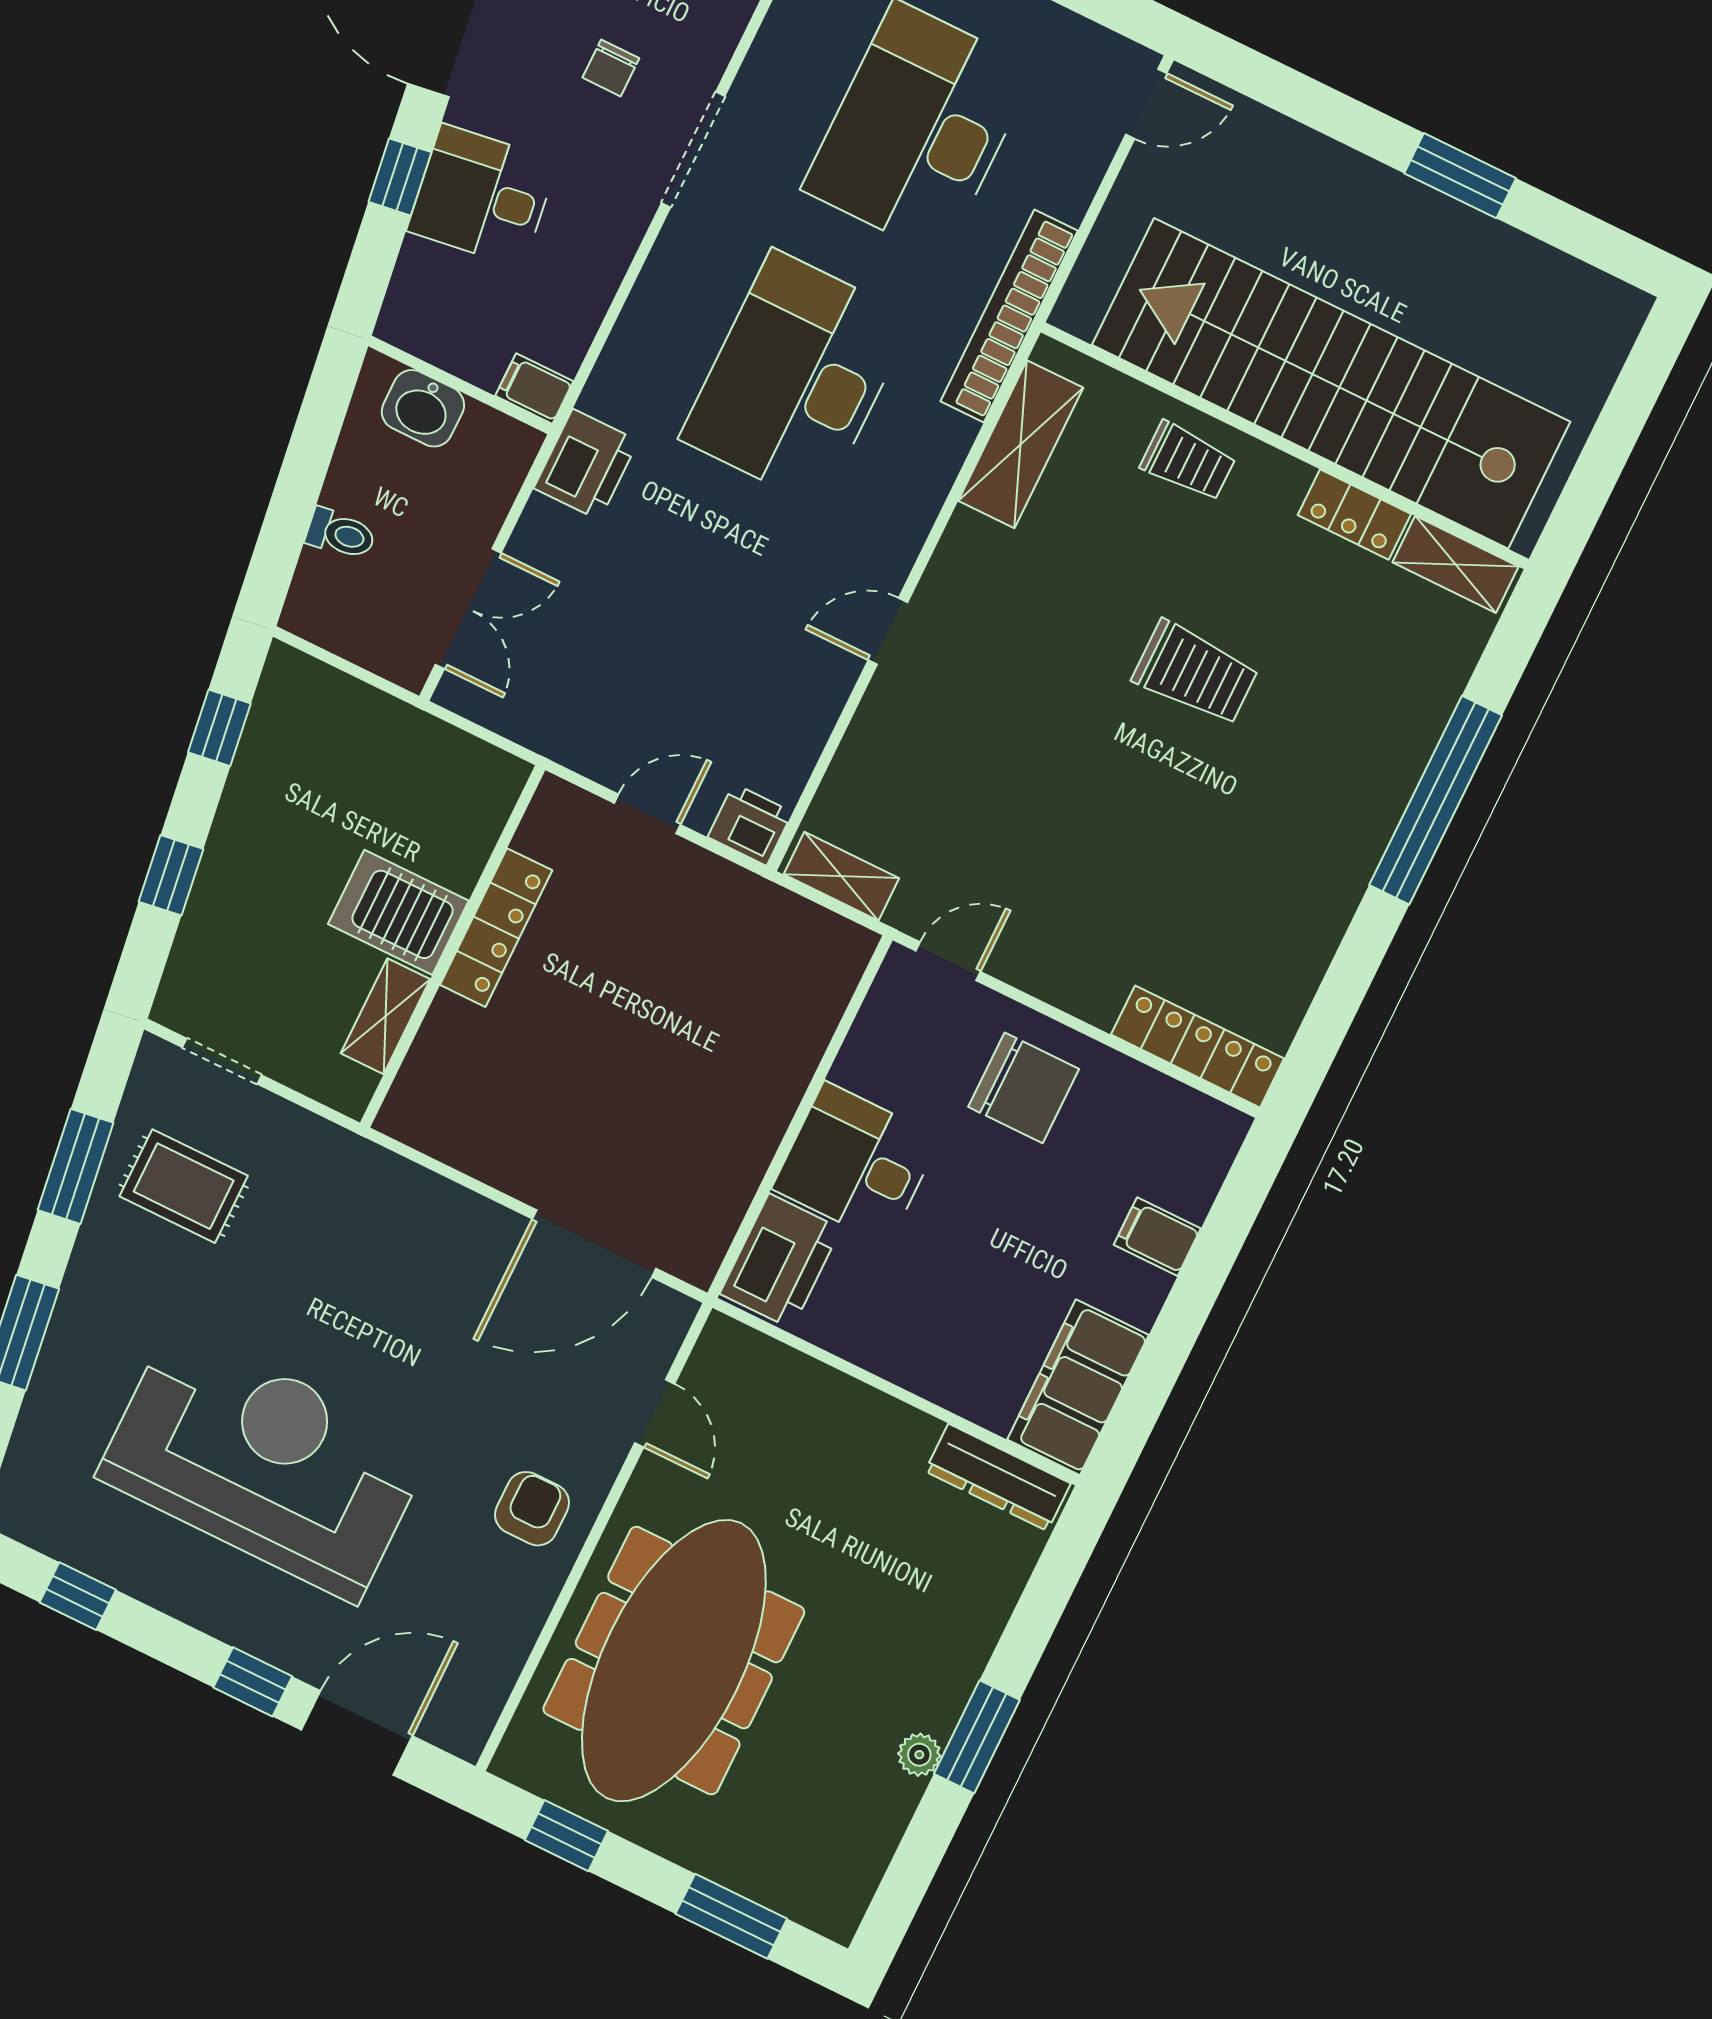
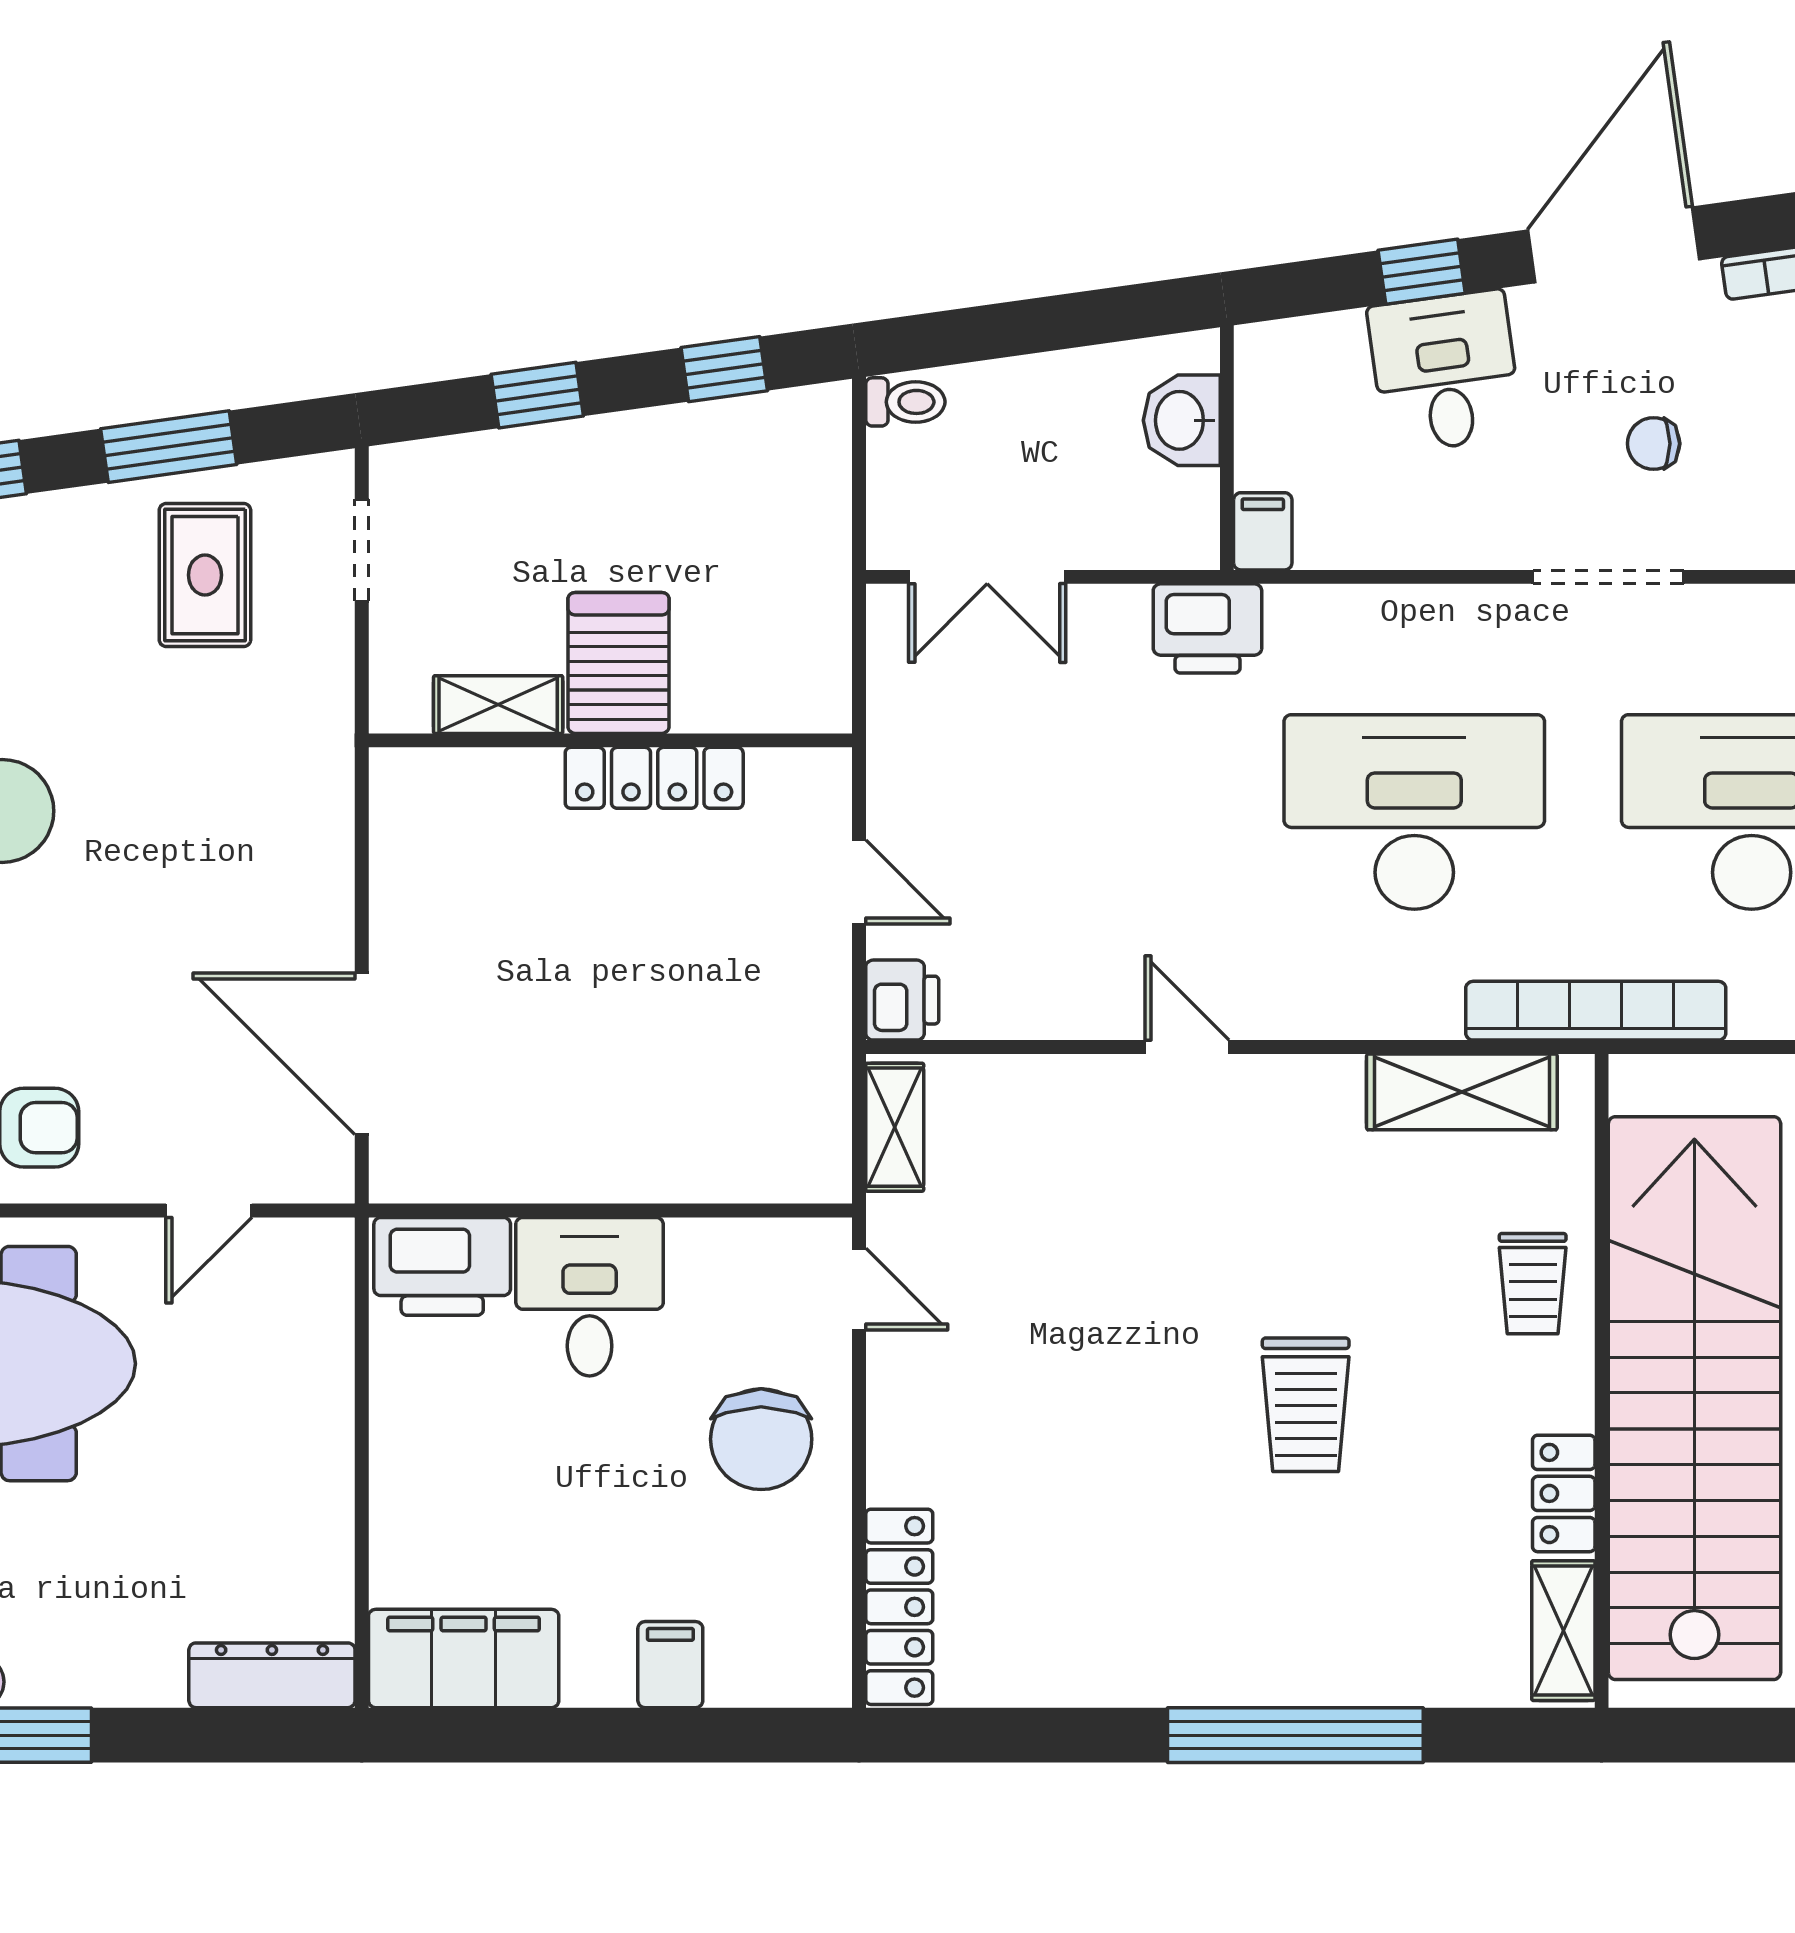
toilet: (341, 534) -> (905, 402), moved, turned -82
dresser: (998, 1477) -> (272, 1675), moved, turned 90

